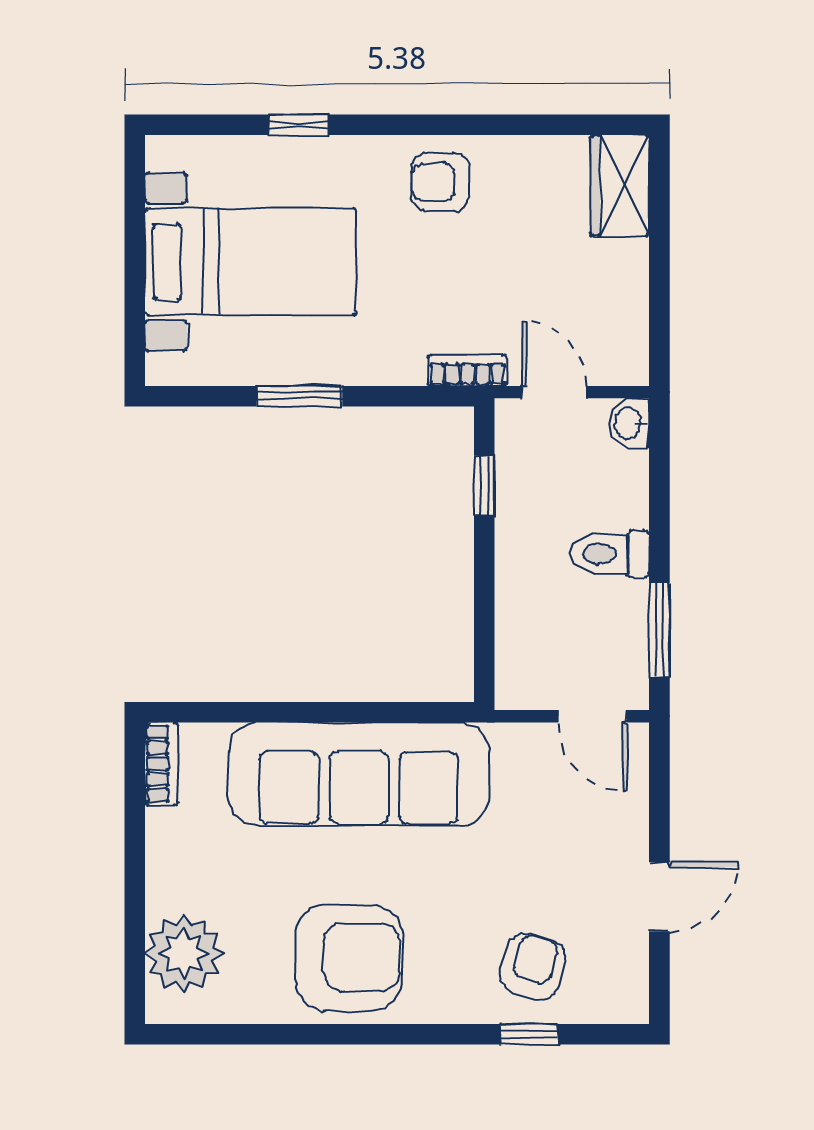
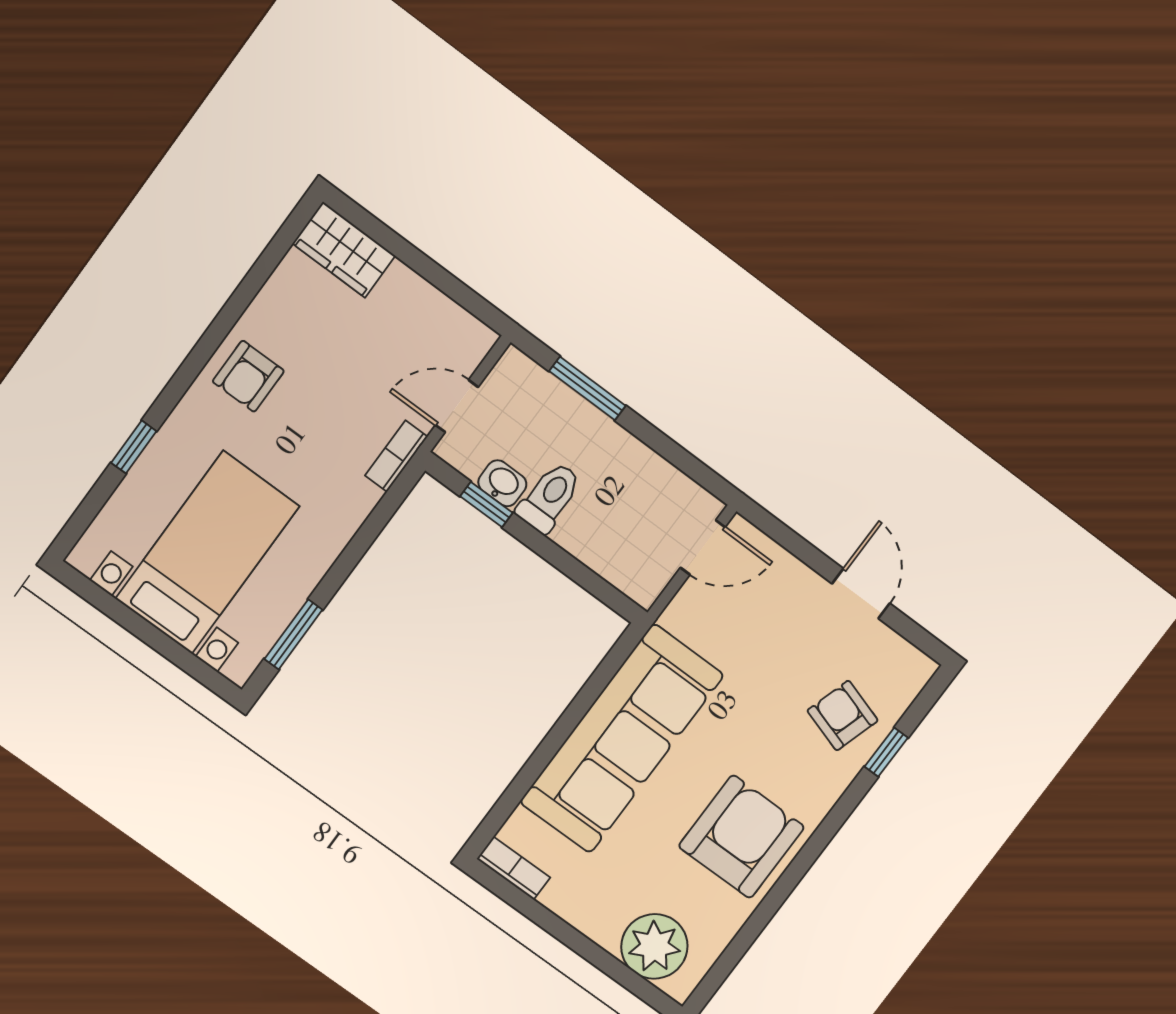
window: (299, 396) -> (293, 634), moved
washbasin: (629, 423) -> (502, 483), moved, turned 180
toilet: (610, 554) -> (549, 497), moved, turned 180
window: (659, 630) -> (587, 388), moved

